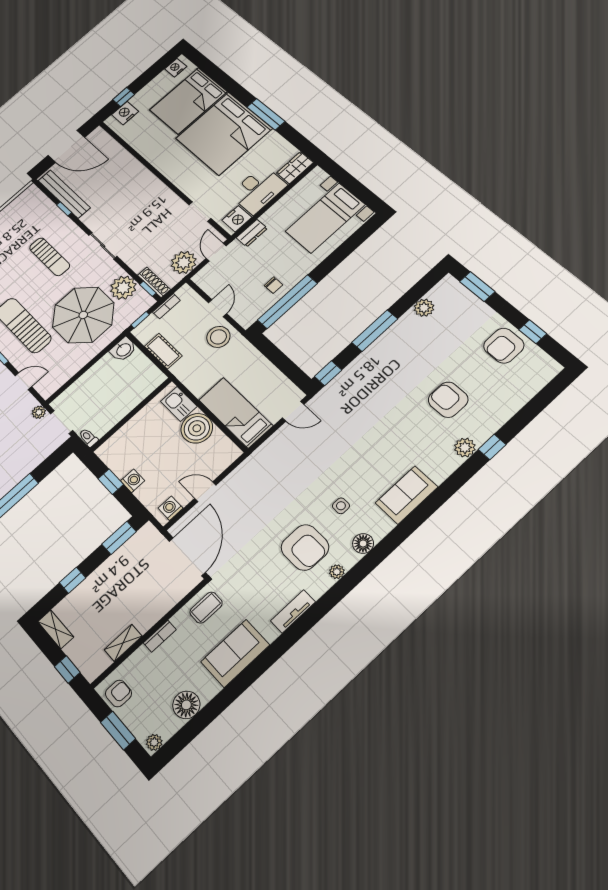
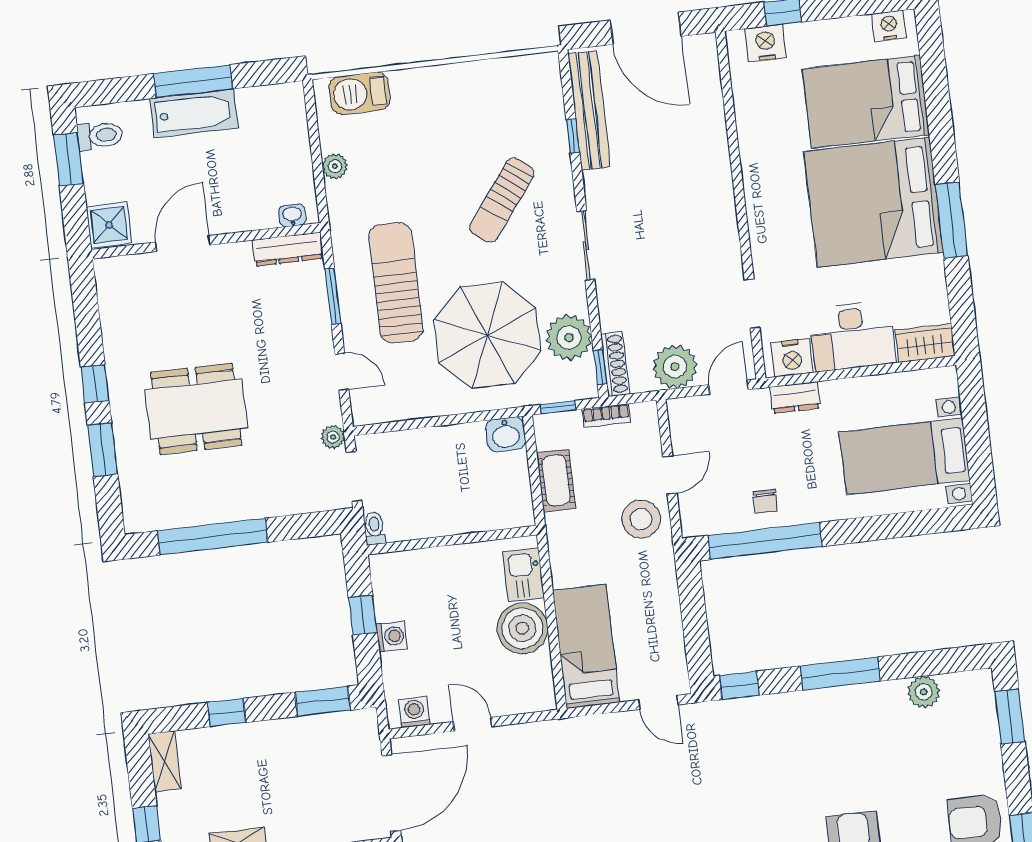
sun lounger: (50, 257) -> (502, 200), turned 37

